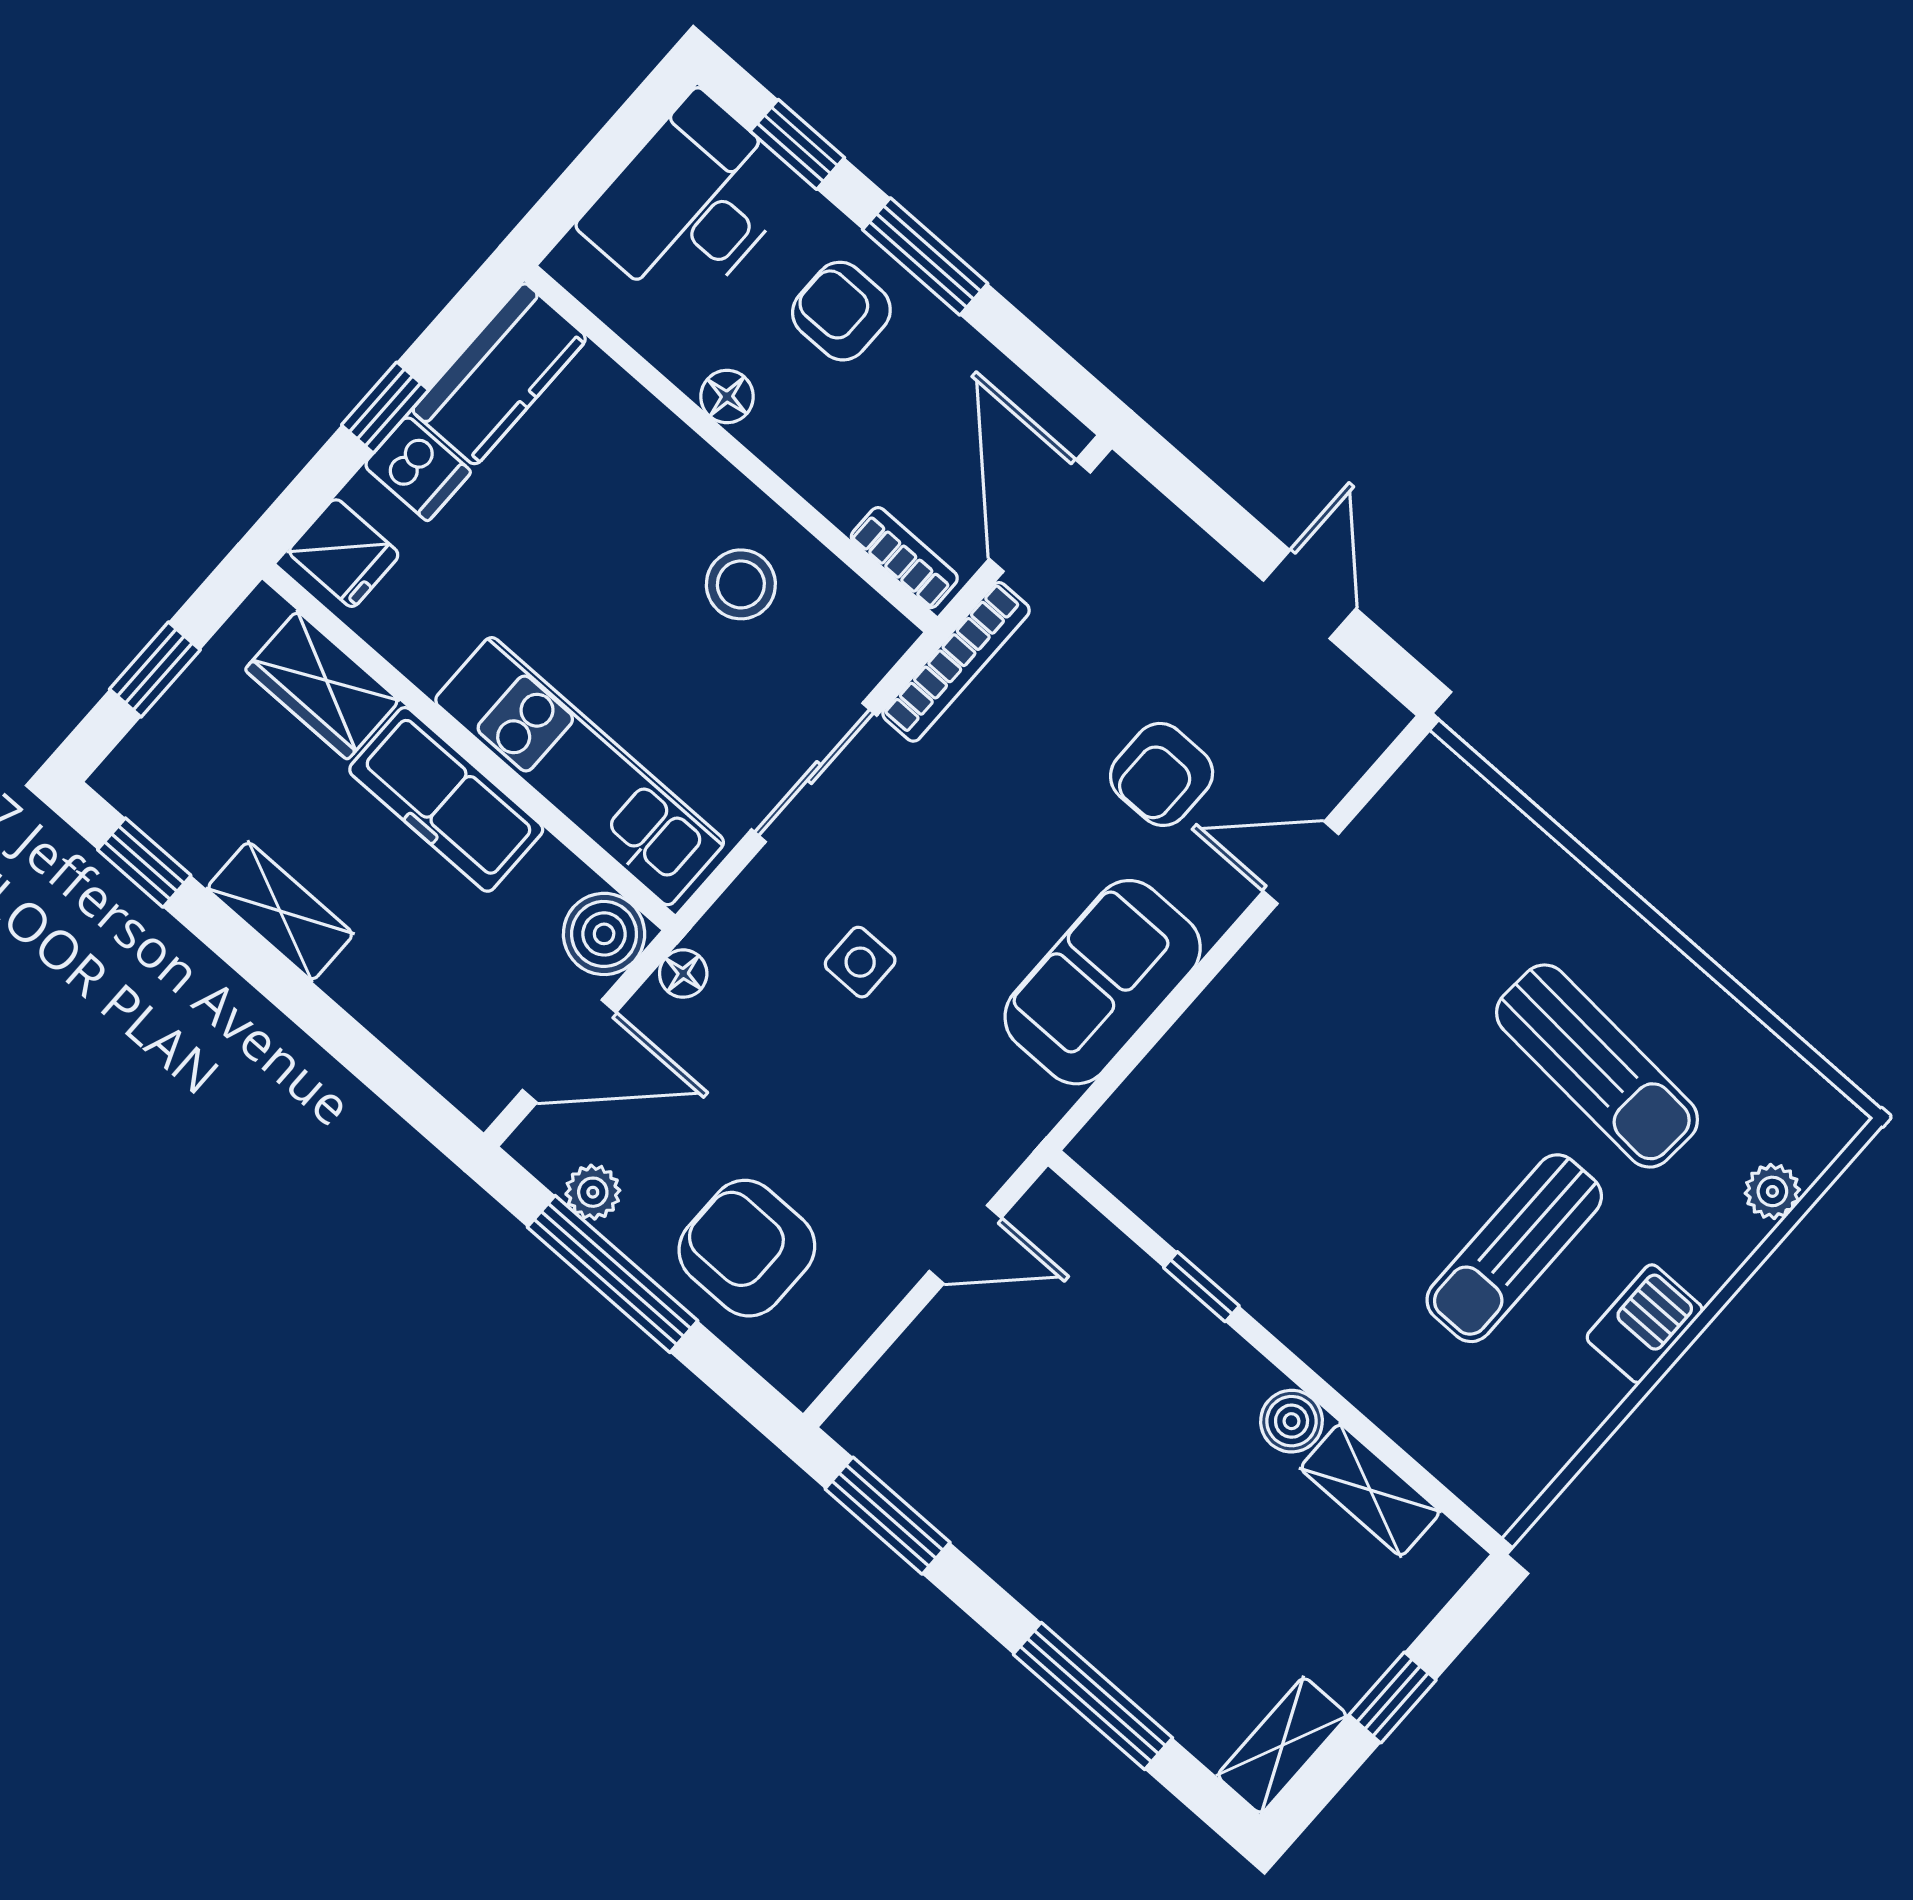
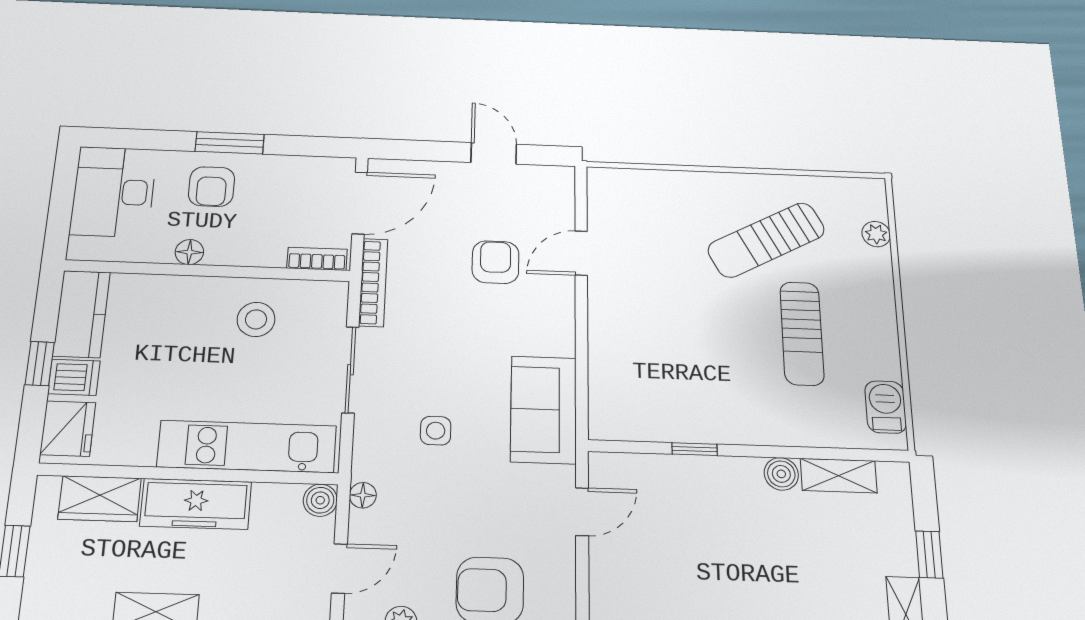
window: (797, 144) -> (141, 139), removed
armchair: (841, 311) -> (212, 187), turned -90
door: (1040, 516) -> (360, 203), swing flipped
fridge: (344, 553) -> (68, 429), width x1.38
armchair: (1162, 774) -> (495, 262), turned 180
boiler: (604, 934) -> (320, 500), width x0.73, depth x0.73
sofa: (1103, 982) -> (544, 410), moved
door: (569, 1051) -> (339, 568), width x0.73
sun lounger: (1597, 1066) -> (766, 240), turned 148
barbecue: (1645, 1324) -> (886, 407), moved

